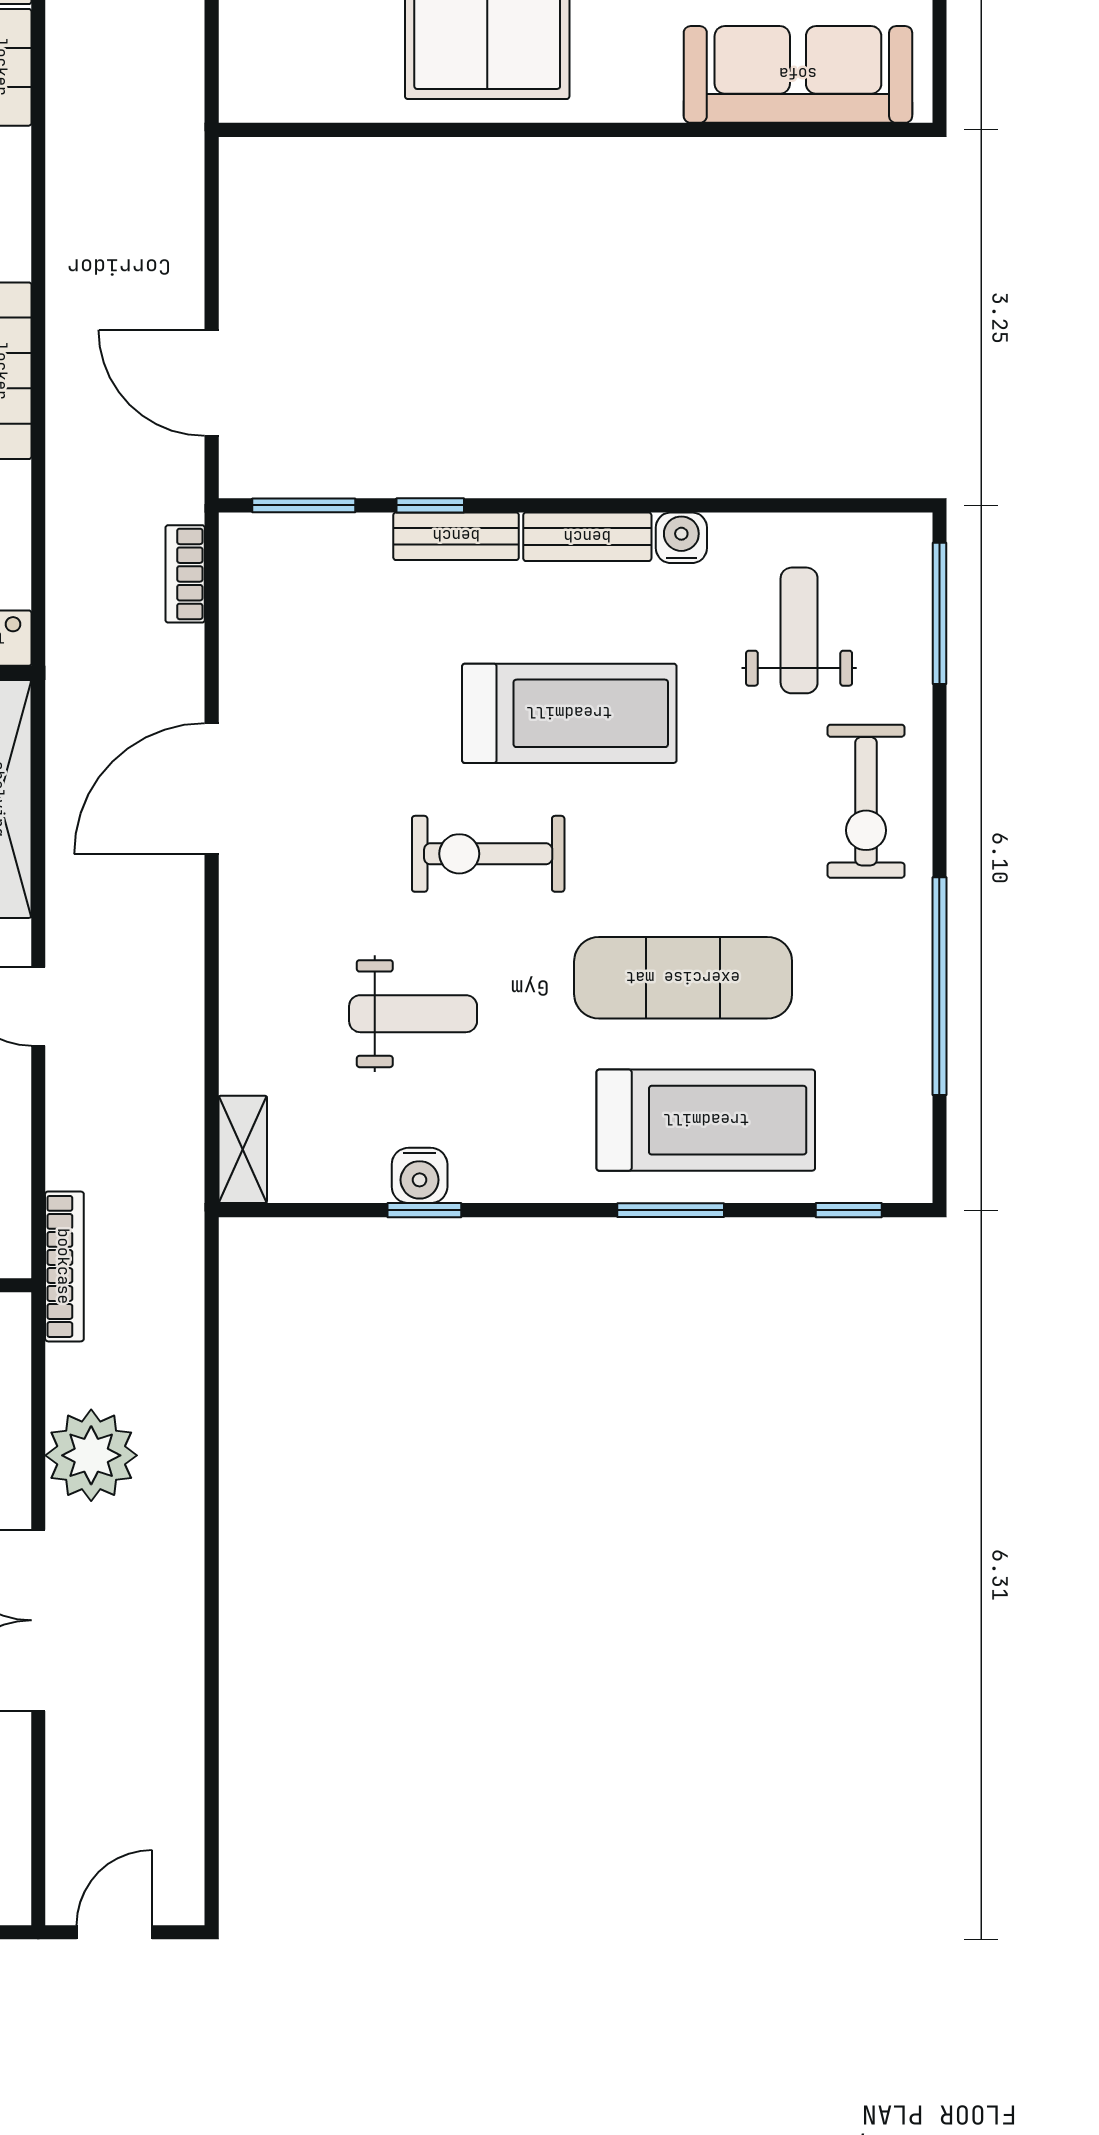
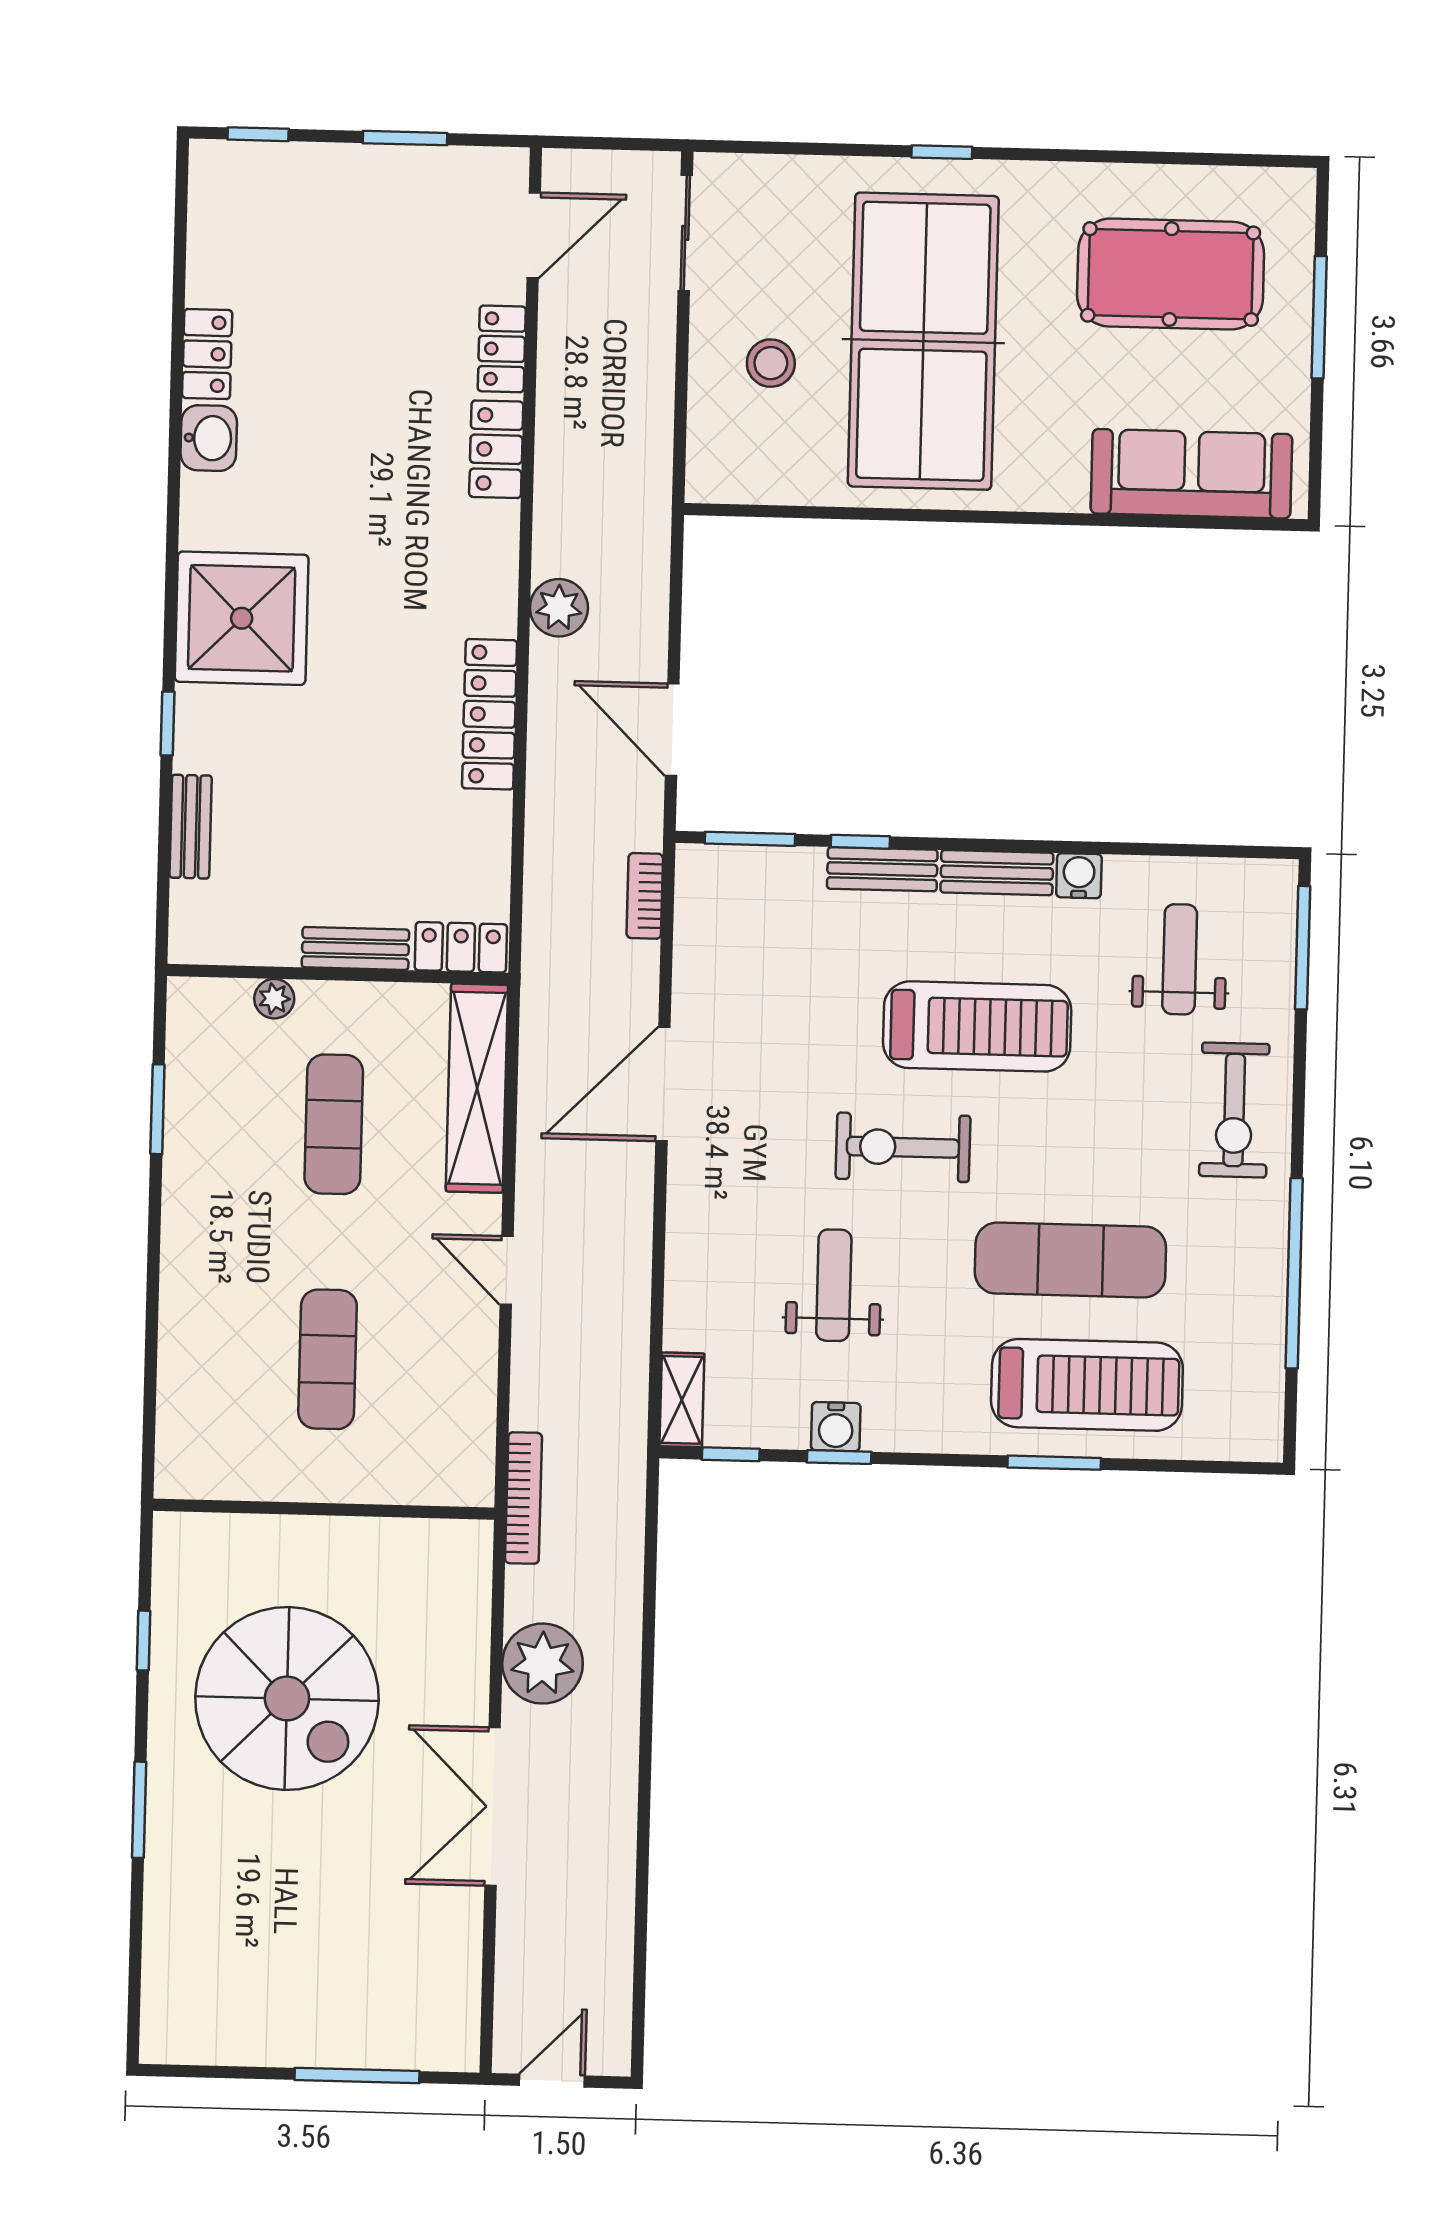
plant: (78, 247) -> (559, 608), added
weight bench: (413, 1014) -> (834, 1285), turned -90
window: (849, 1210) -> (731, 1454), moved

